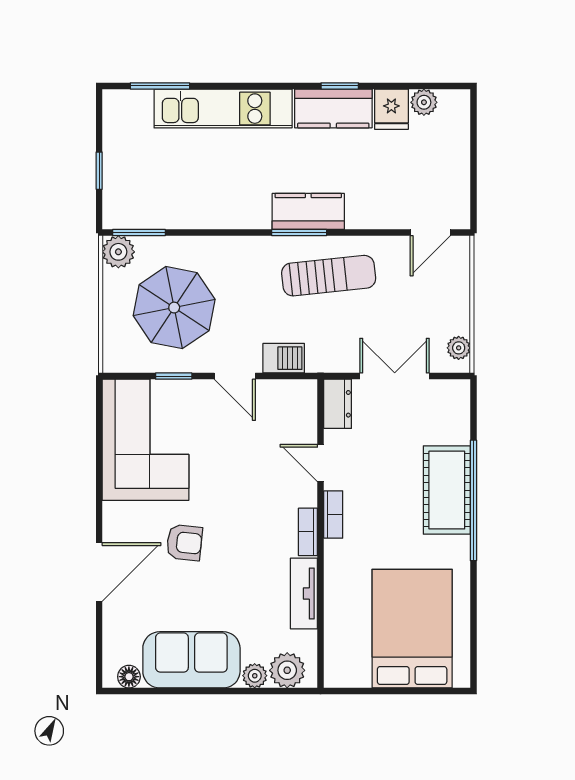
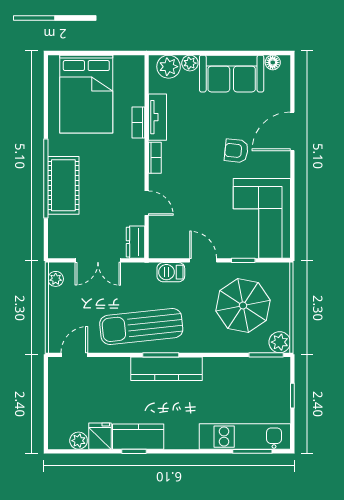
kitchen unit: (223, 109) -> (245, 437), moved
kitchen counter: (308, 211) -> (167, 369), width x1.50
sun lounger: (329, 276) -> (141, 326), width x1.36, depth x1.34
bookcase: (333, 515) -> (138, 123), moved

